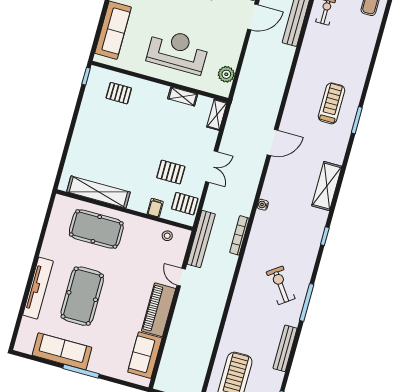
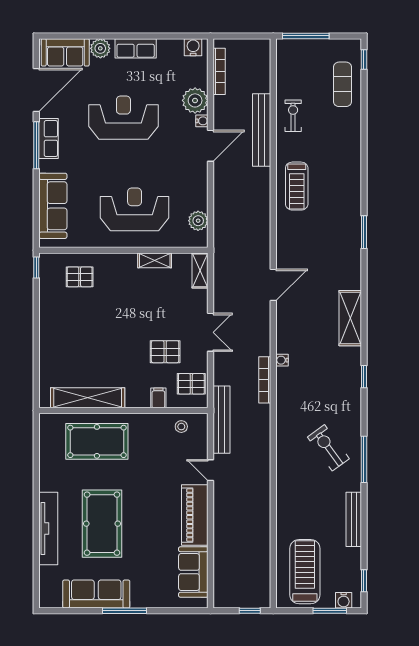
treadmill: (332, 103) -> (297, 186), moved, turned 180
bookcase: (239, 235) -> (265, 380), moved

